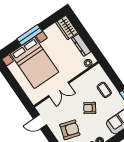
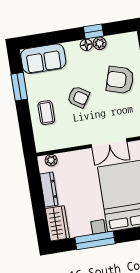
window: (29, 35) -> (95, 240), moved
double door: (59, 89) -> (109, 143), swing flipped

